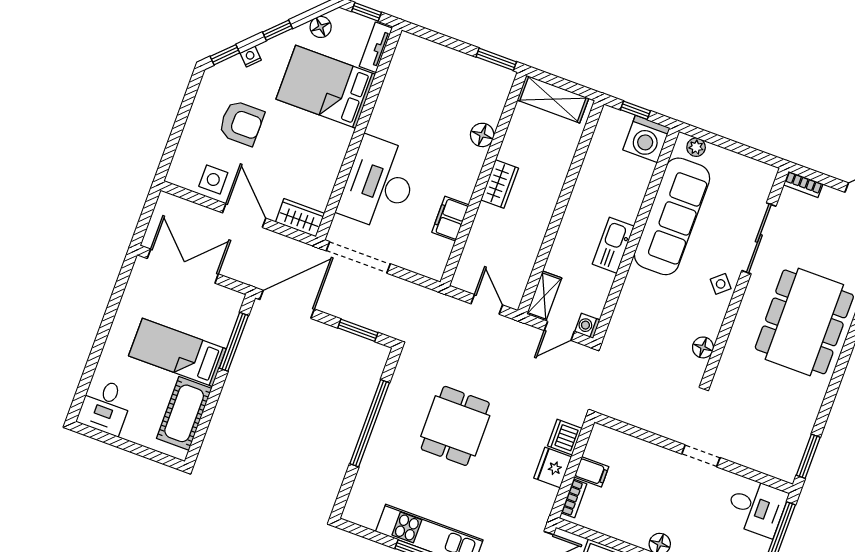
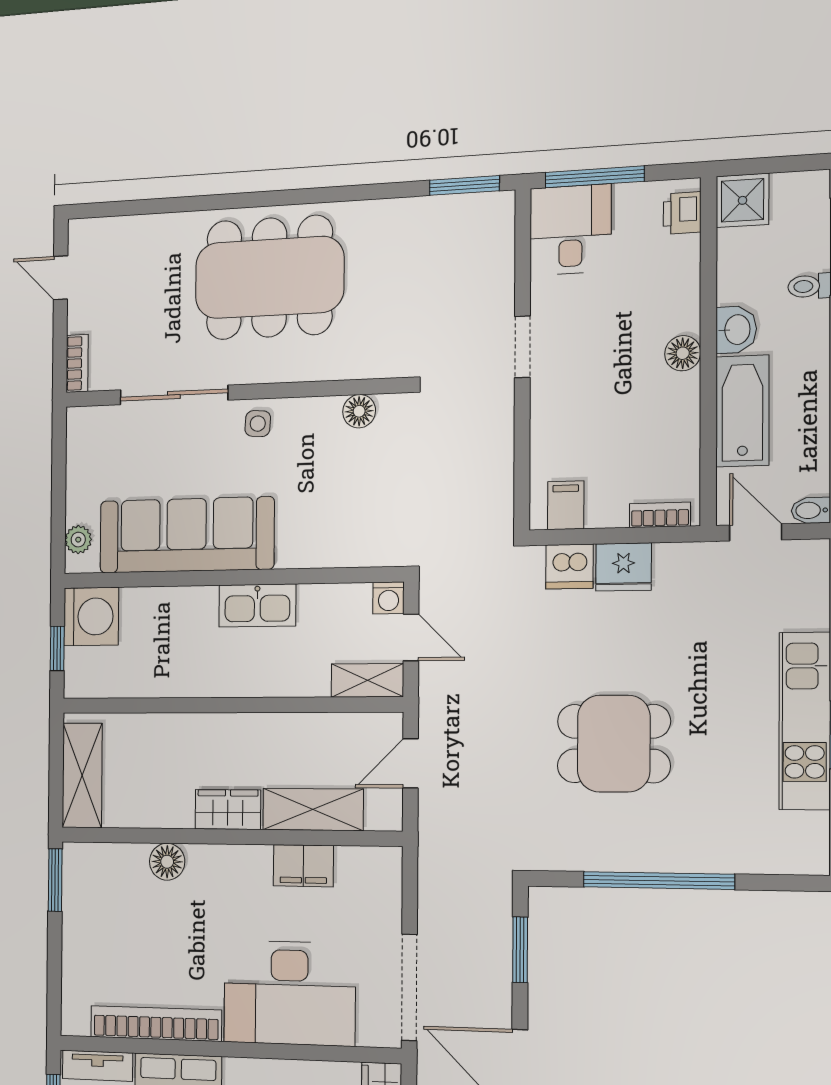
bookcase: (389, 94) -> (156, 1023), added
shelving: (481, 236) -> (313, 809), added
side table: (721, 284) -> (258, 424), turned 45
filing cabinet: (591, 472) -> (566, 505), moved

